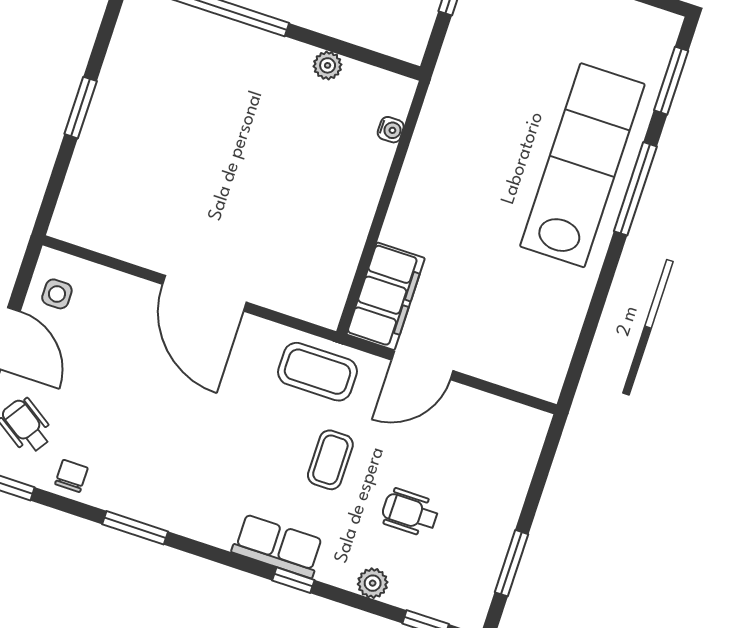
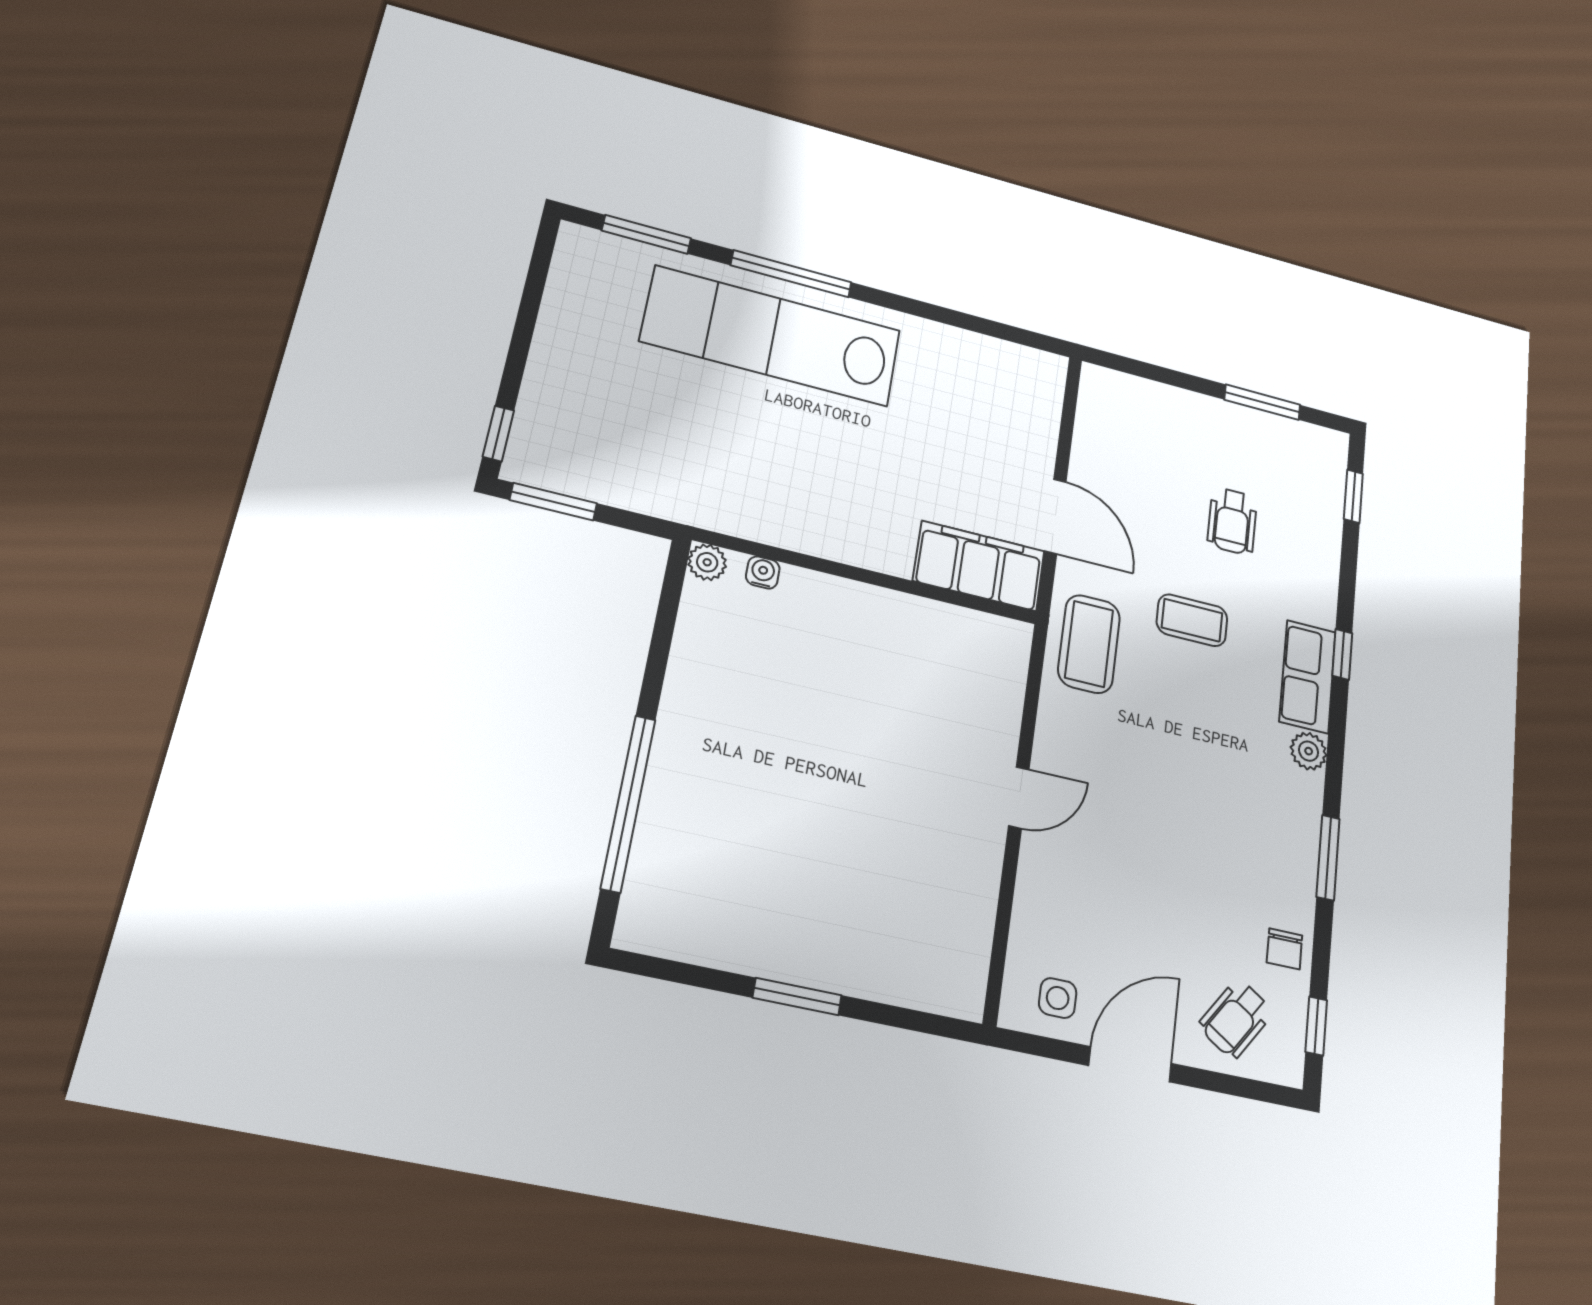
plant: (328, 65) -> (707, 562), moved
door: (204, 293) -> (1019, 797), width x0.53
chair: (71, 476) -> (1284, 949), turned -90
plant: (373, 583) -> (1309, 751), moved

